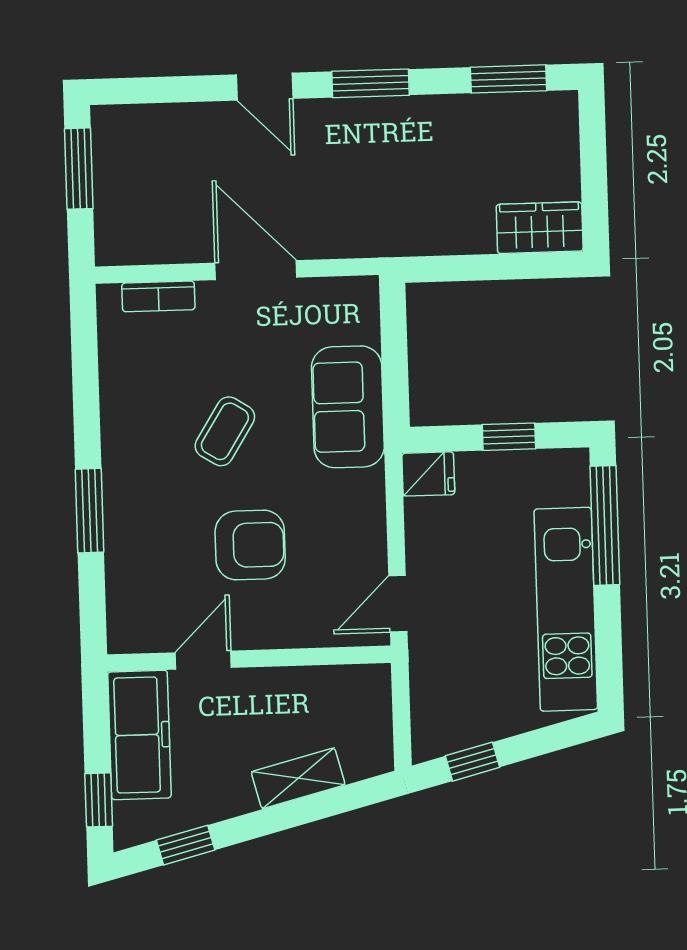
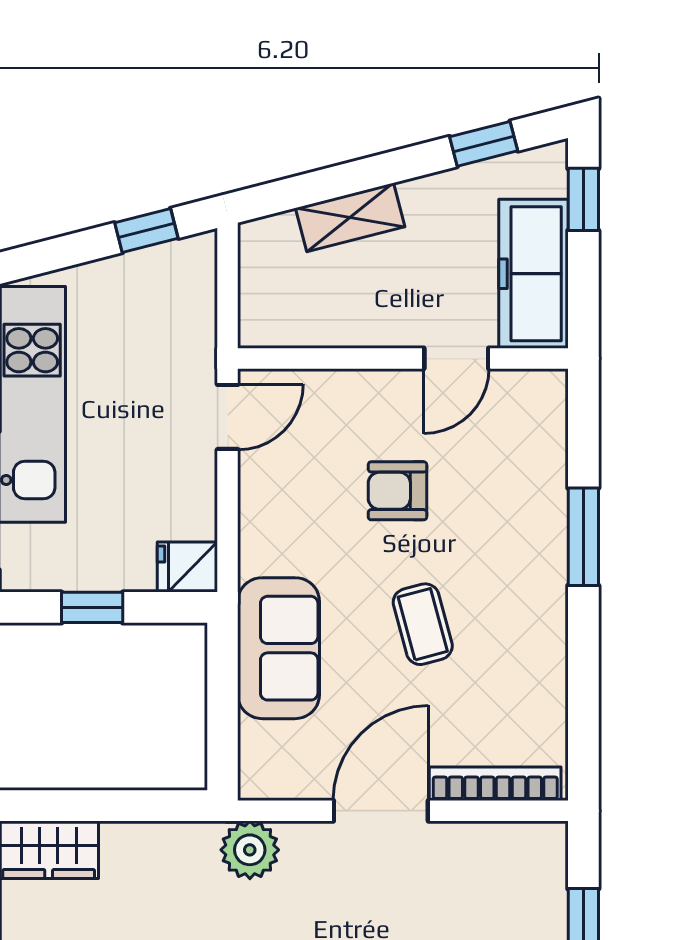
plant: (367, 233) -> (250, 850), added
door: (256, 270) -> (381, 811), swing flipped
bookcase: (158, 296) -> (495, 784), width x1.56
coffee table: (225, 431) -> (423, 624), turned -47
armchair: (250, 545) -> (397, 491), width x0.72, depth x0.72

